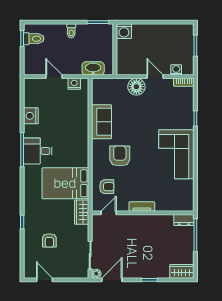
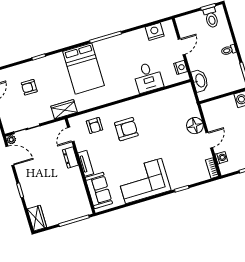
nightstand: (31, 116) -> (155, 32), moved
sofa: (102, 122) -> (99, 190), moved, turned -90
desk: (38, 151) -> (148, 77), moved, turned 180
bed: (65, 183) -> (83, 69), moved, turned 180
door: (109, 213) -> (71, 134), swing flipped
dresser: (184, 220) -> (70, 157), moved

